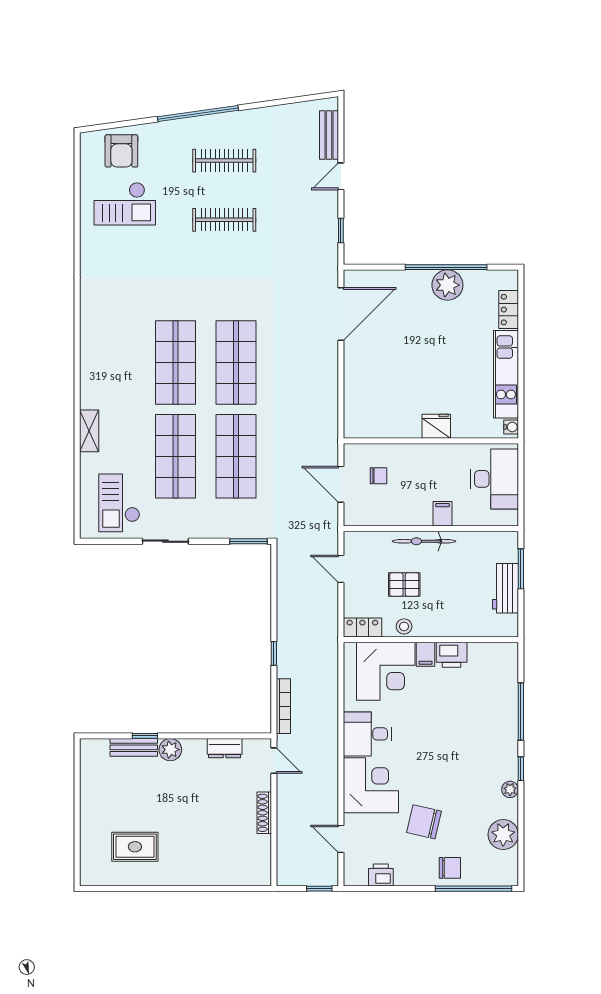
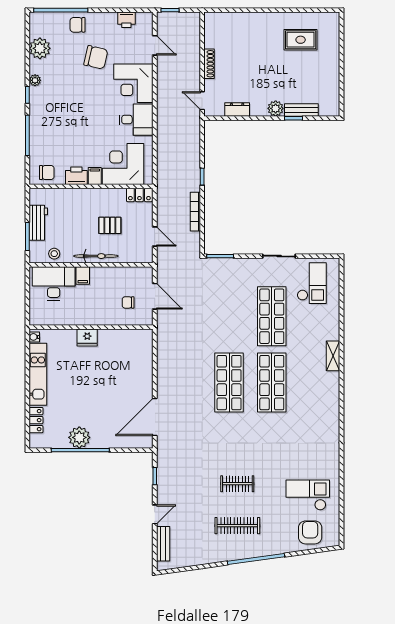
clothes rail: (224, 220) -> (237, 484), width x0.73
shelving: (89, 431) -> (333, 356), moved
shop shelf: (236, 456) -> (229, 316), removed
desk: (495, 479) -> (54, 283), moved, turned 90
stool: (404, 626) -> (54, 254), moved
chair: (493, 659) -> (47, 172), added
bookcase: (283, 706) -> (195, 212), moved

